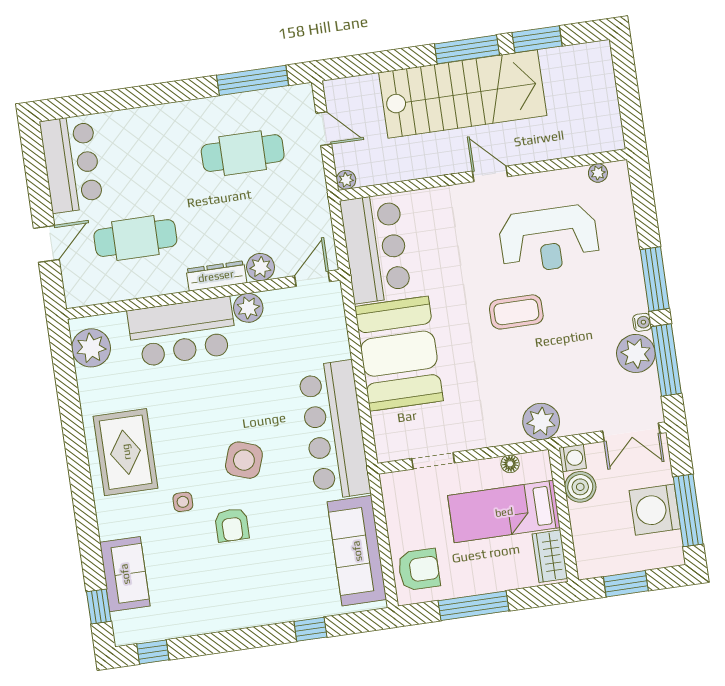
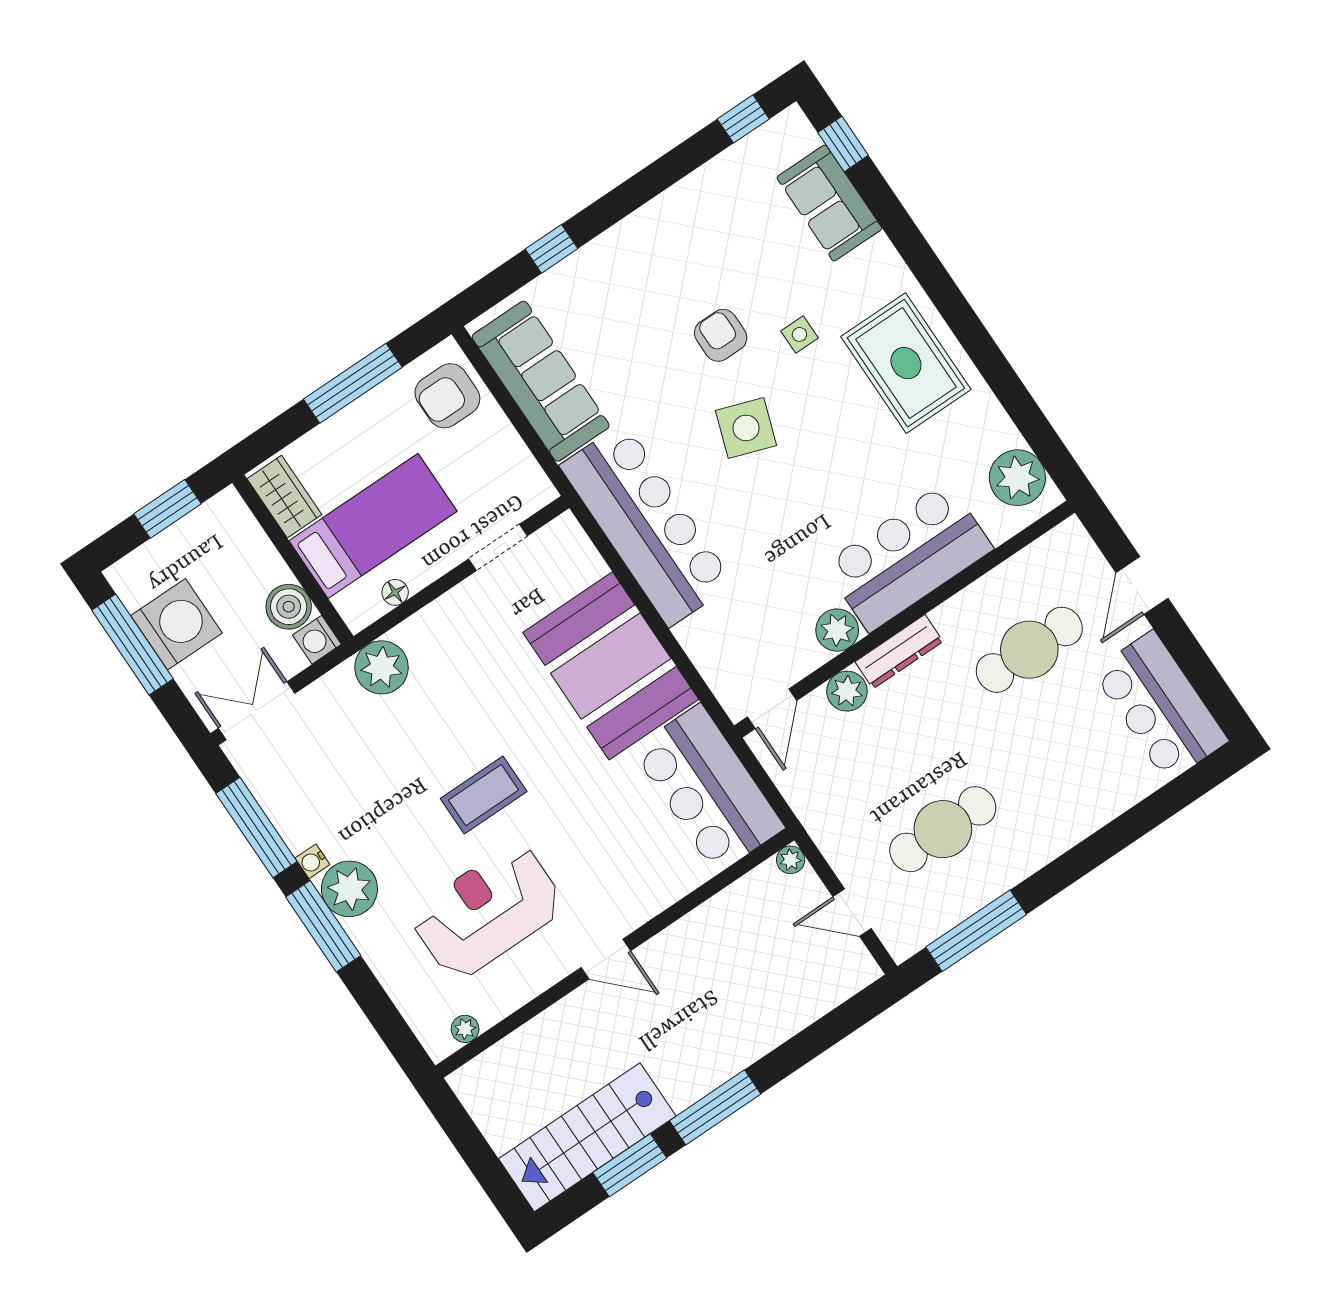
stairs: (463, 94) -> (587, 1137), moved, width x0.73, depth x0.66
plant: (636, 353) -> (349, 889), moved

